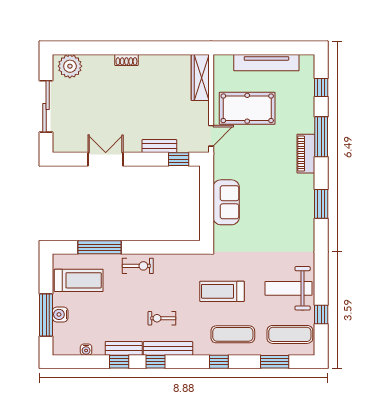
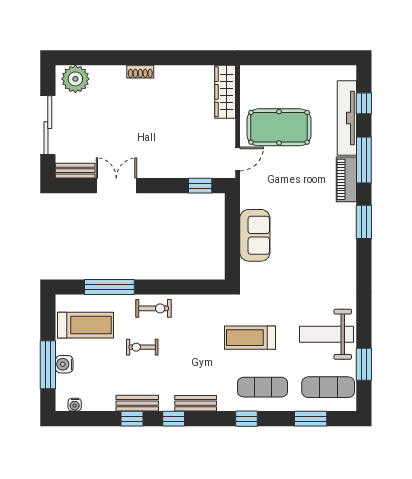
tv unit: (266, 63) -> (347, 118), moved, turned 90
bench: (159, 146) -> (75, 171), moved
window: (321, 204) -> (364, 222), moved
window: (321, 314) -> (364, 364), width x1.50
exercise bike: (162, 318) -> (142, 347), moved
bench: (168, 348) -> (196, 403), width x0.73
water cooler: (86, 350) -> (75, 405), moved

